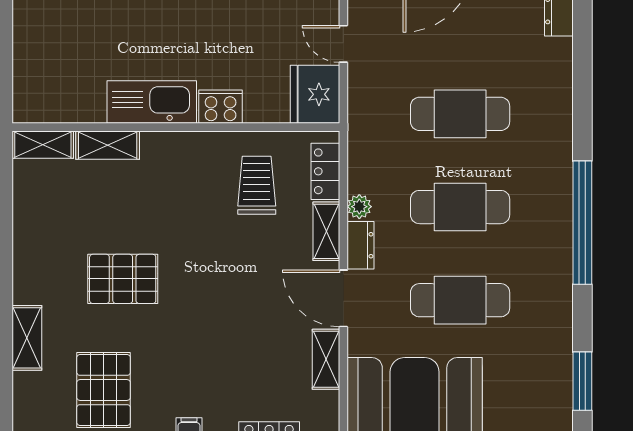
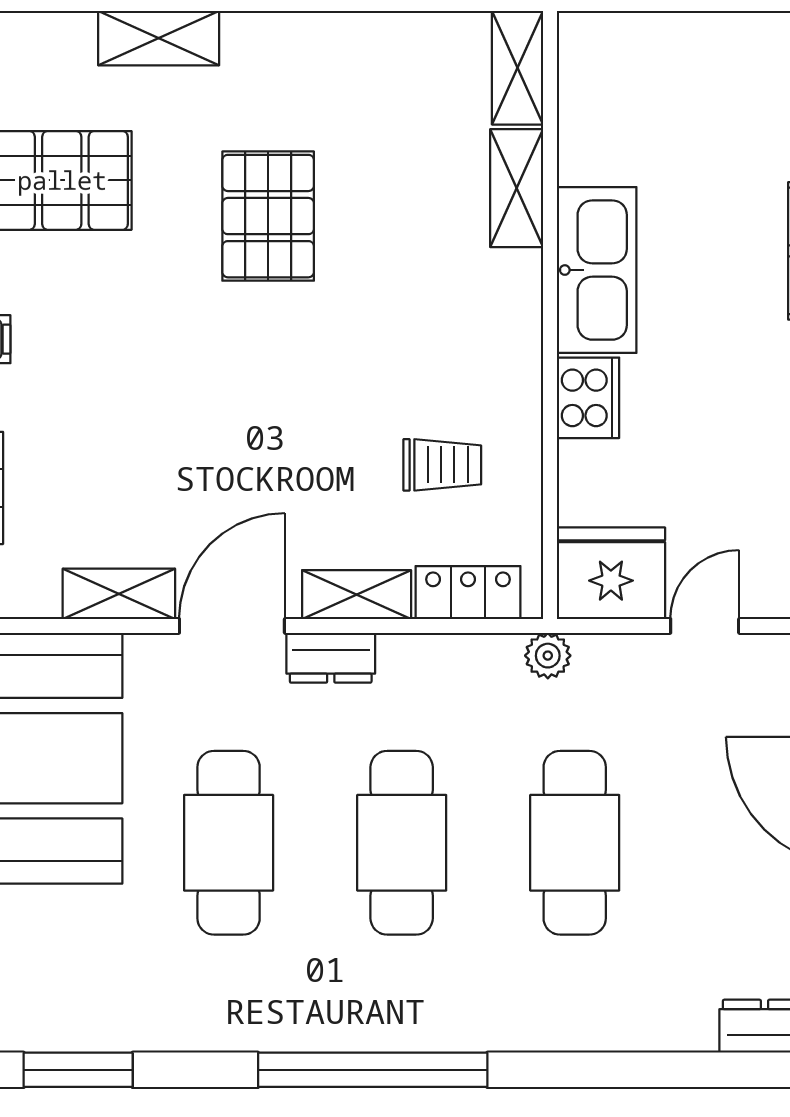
trolley: (257, 185) -> (442, 465), width x0.73, depth x0.72
plant: (359, 207) -> (548, 656), moved

